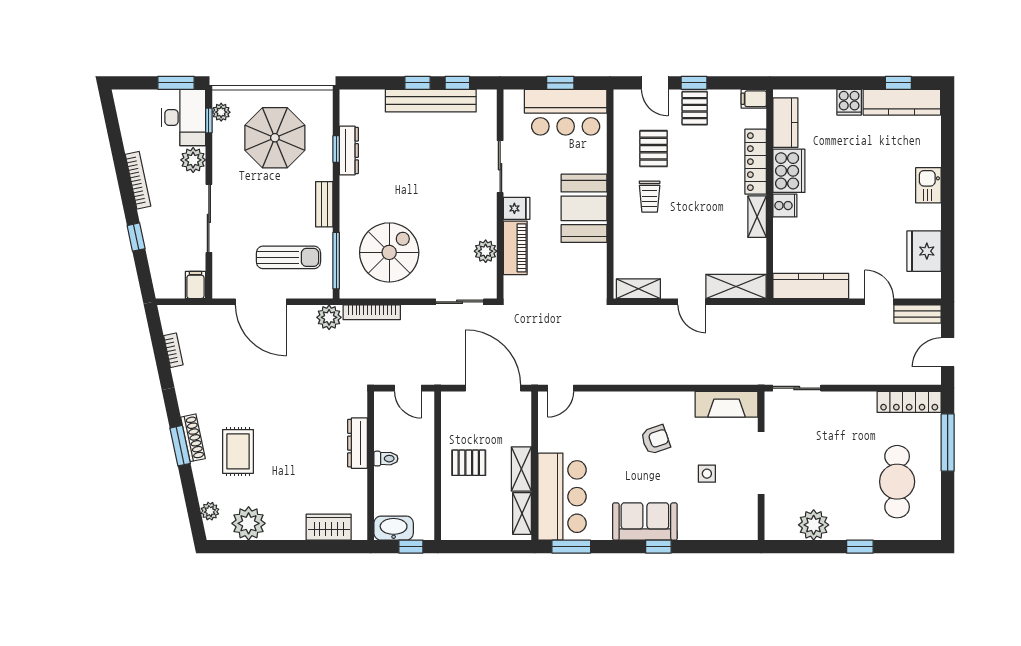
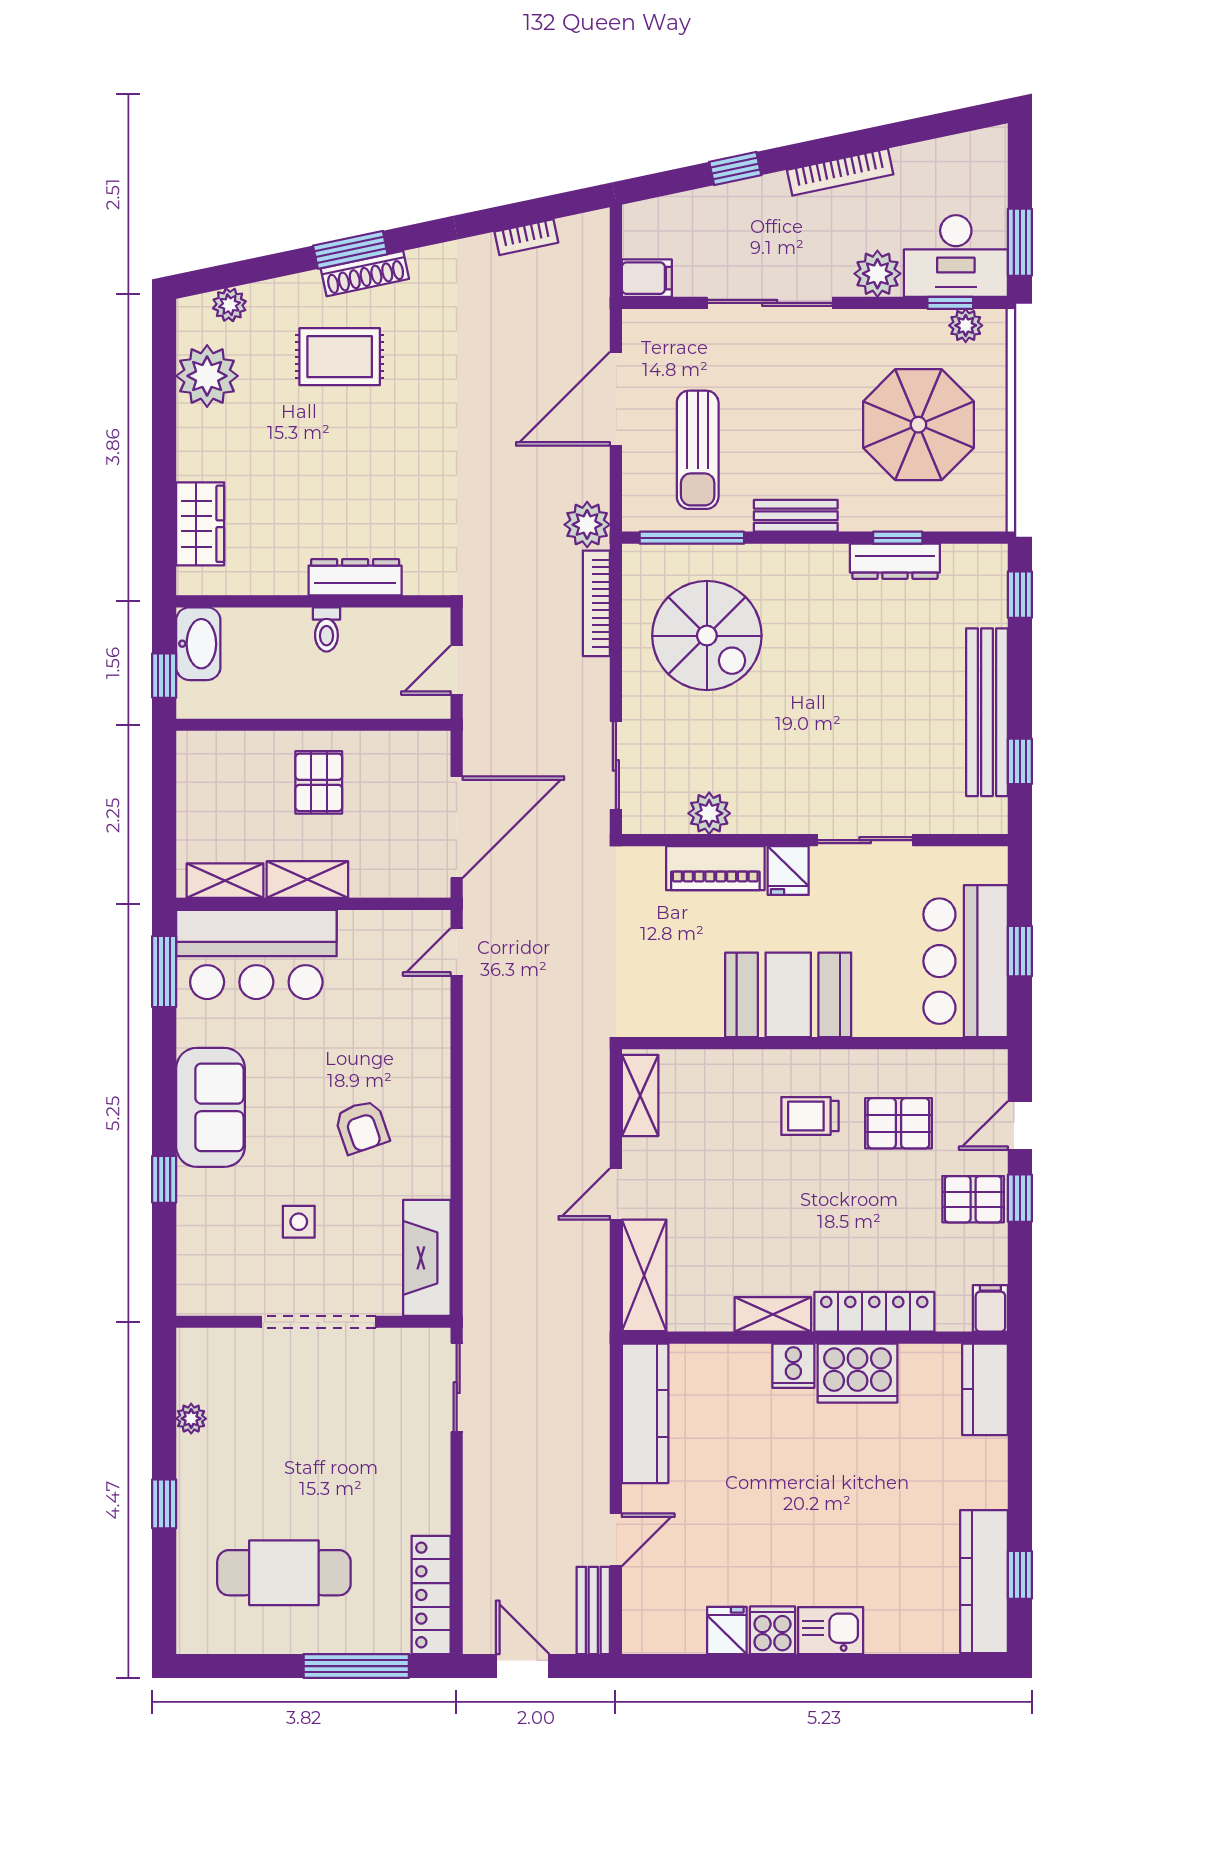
window: (418, 83) -> (1020, 595), moved
cooker: (849, 102) -> (772, 1630), moved, turned 90
kitchen counter: (785, 123) -> (985, 1389), moved, turned 90
fridge: (924, 251) -> (727, 1630), width x0.53, depth x0.75
door: (561, 388) -> (457, 952), hinge flipped
plant: (814, 525) -> (191, 1419), width x0.53, depth x0.53
window: (658, 547) -> (164, 1179), moved

